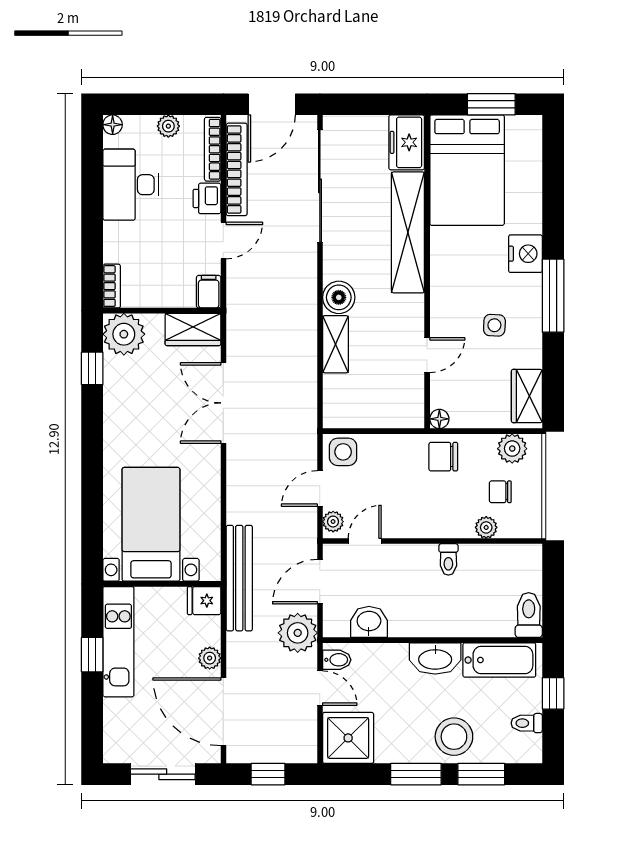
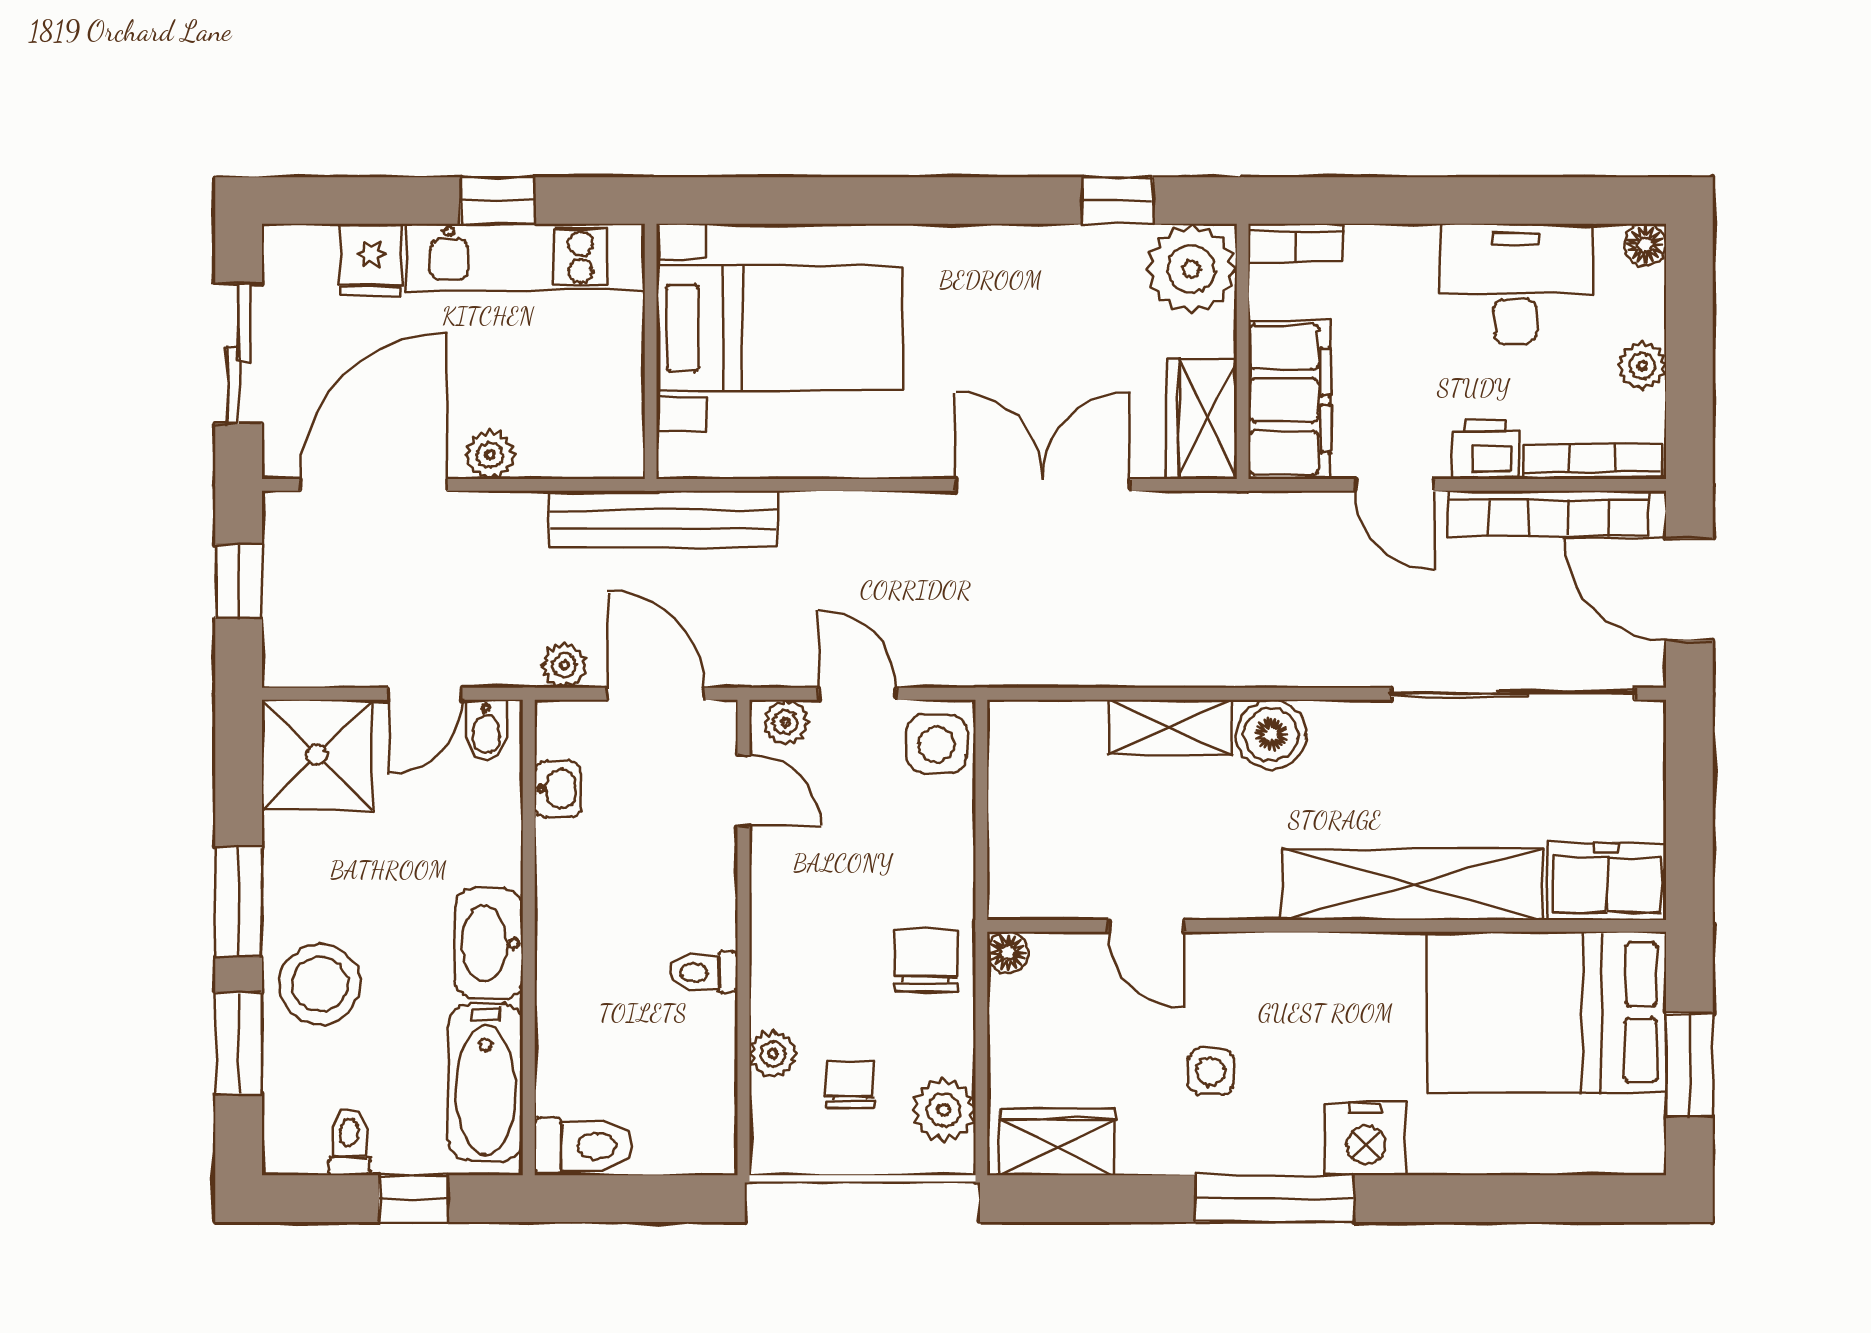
filing cabinet: (209, 292) -> (1289, 400), width x3.00, depth x1.17
fridge: (204, 601) -> (371, 260), moved, turned 180
washbasin: (369, 622) -> (558, 789), width x0.72, depth x0.69
plant: (298, 633) -> (564, 665), width x0.53, depth x0.53

